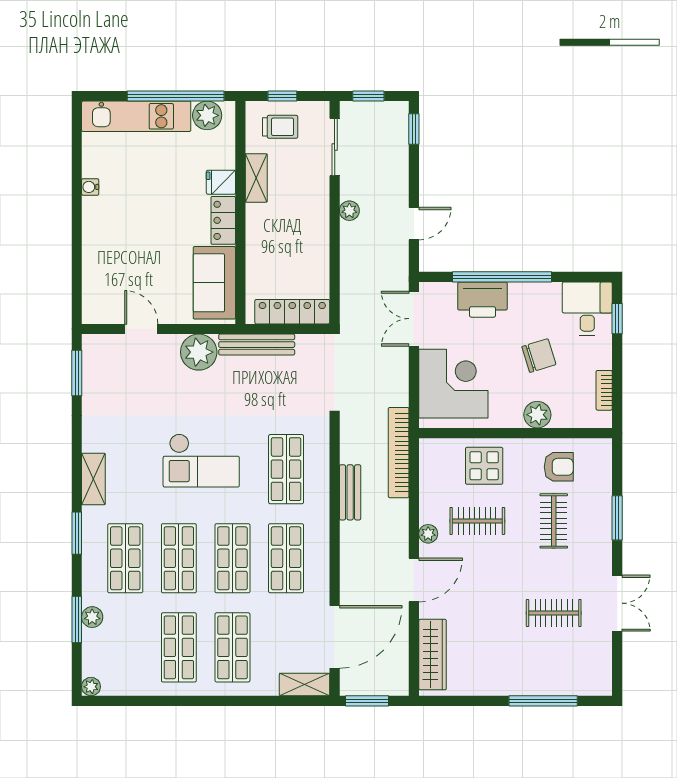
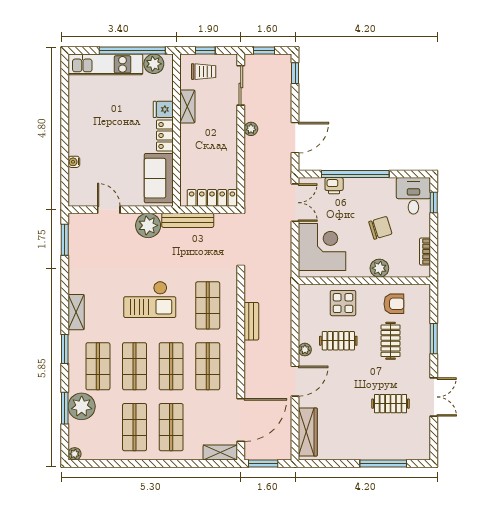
water cooler: (90, 187) -> (74, 162), moved
door: (414, 224) -> (295, 138), width x1.38
printer: (483, 300) -> (334, 186), width x0.53, depth x0.68
double door: (414, 319) -> (295, 203), swing flipped
bookcase: (399, 453) -> (285, 294), removed
plant: (92, 617) -> (82, 406), width x1.87, depth x1.87

